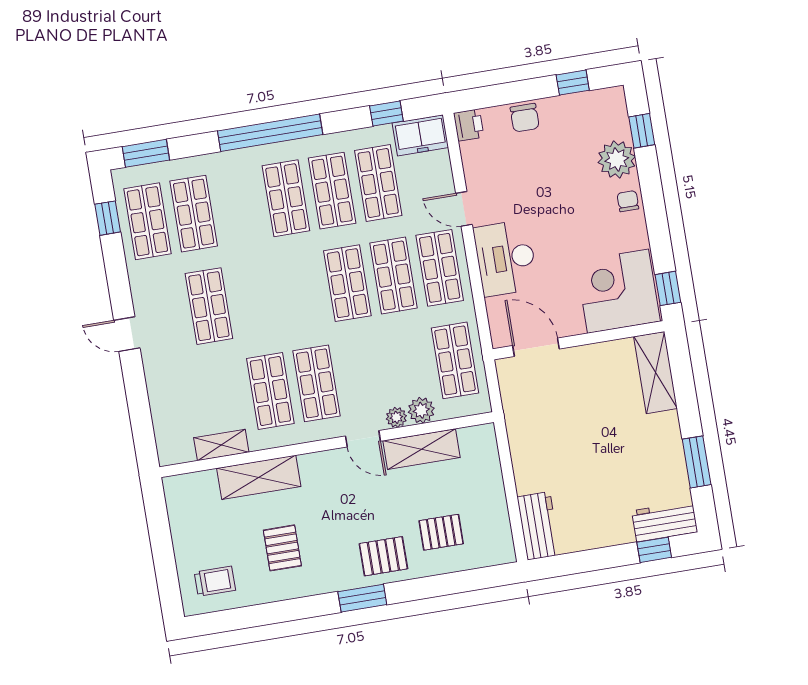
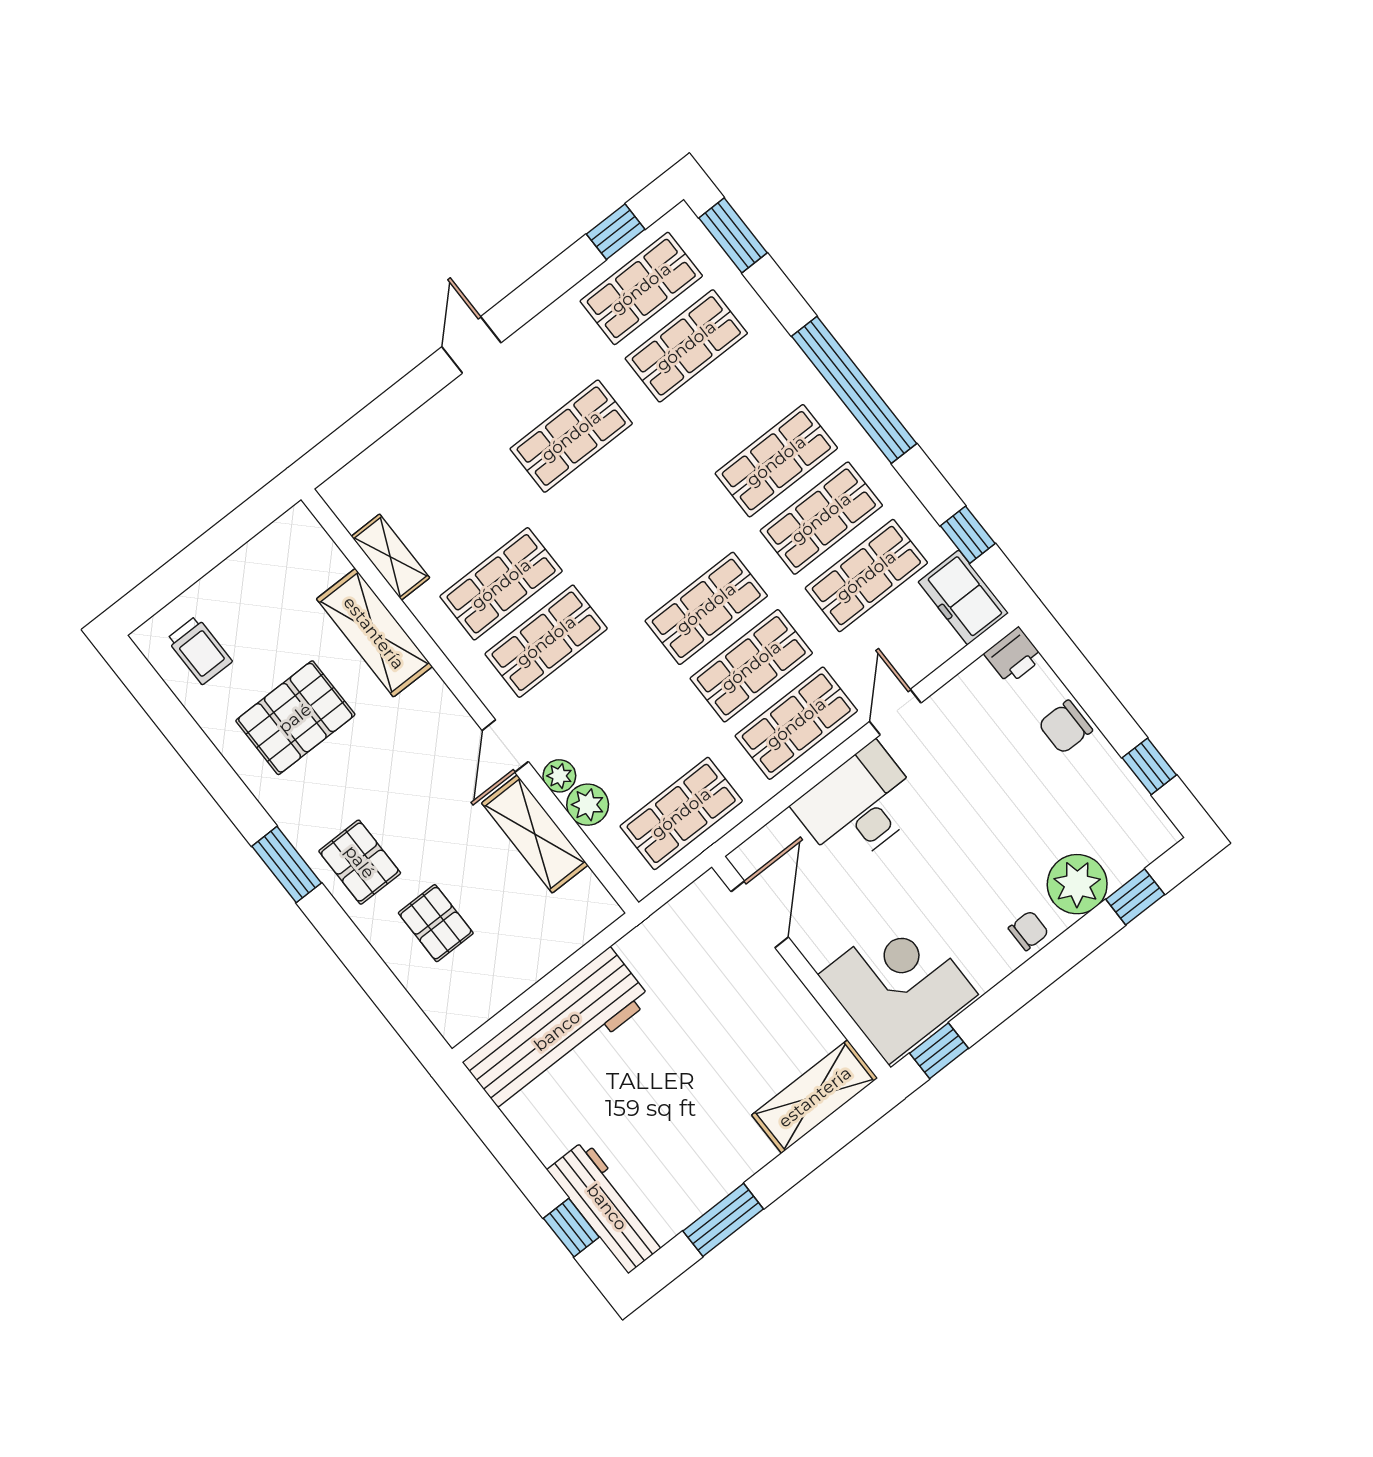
workbench: (665, 521) -> (607, 1207), width x1.38
workbench: (539, 526) -> (557, 1031), width x1.88, depth x1.32
pallet: (282, 548) -> (295, 718), width x1.50, depth x1.42

